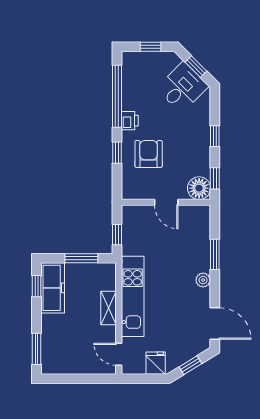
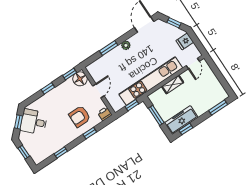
window: (117, 96) -> (61, 152), width x0.32
printer: (130, 121) -> (105, 114), moved
kitchen unit: (133, 296) -> (151, 81), width x1.36

